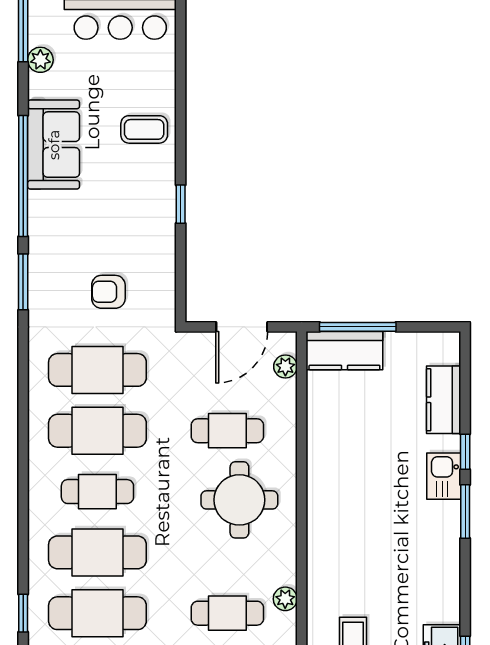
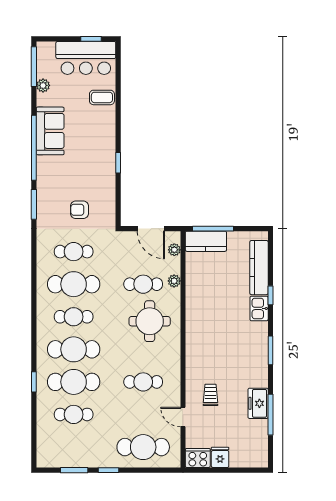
coffee table: (144, 129) -> (102, 97), moved
door: (242, 327) -> (151, 229), hinge flipped
cafe table: (97, 370) -> (74, 252), width x0.73, depth x0.74
kitchen counter: (444, 400) -> (259, 268), width x1.50
window: (465, 511) -> (270, 350), moved
plant: (285, 599) -> (174, 281), moved

